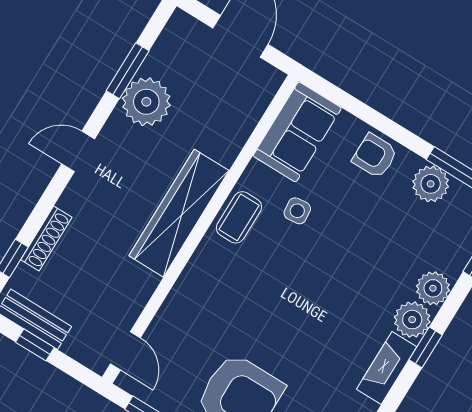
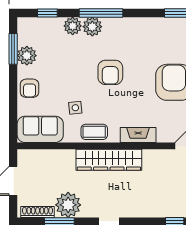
shoe rack: (46, 238) -> (38, 212), moved
armchair: (320, 303) -> (110, 72), added
window: (426, 347) -> (101, 13), width x2.17
fireplace: (387, 368) -> (138, 135), moved, turned 180

